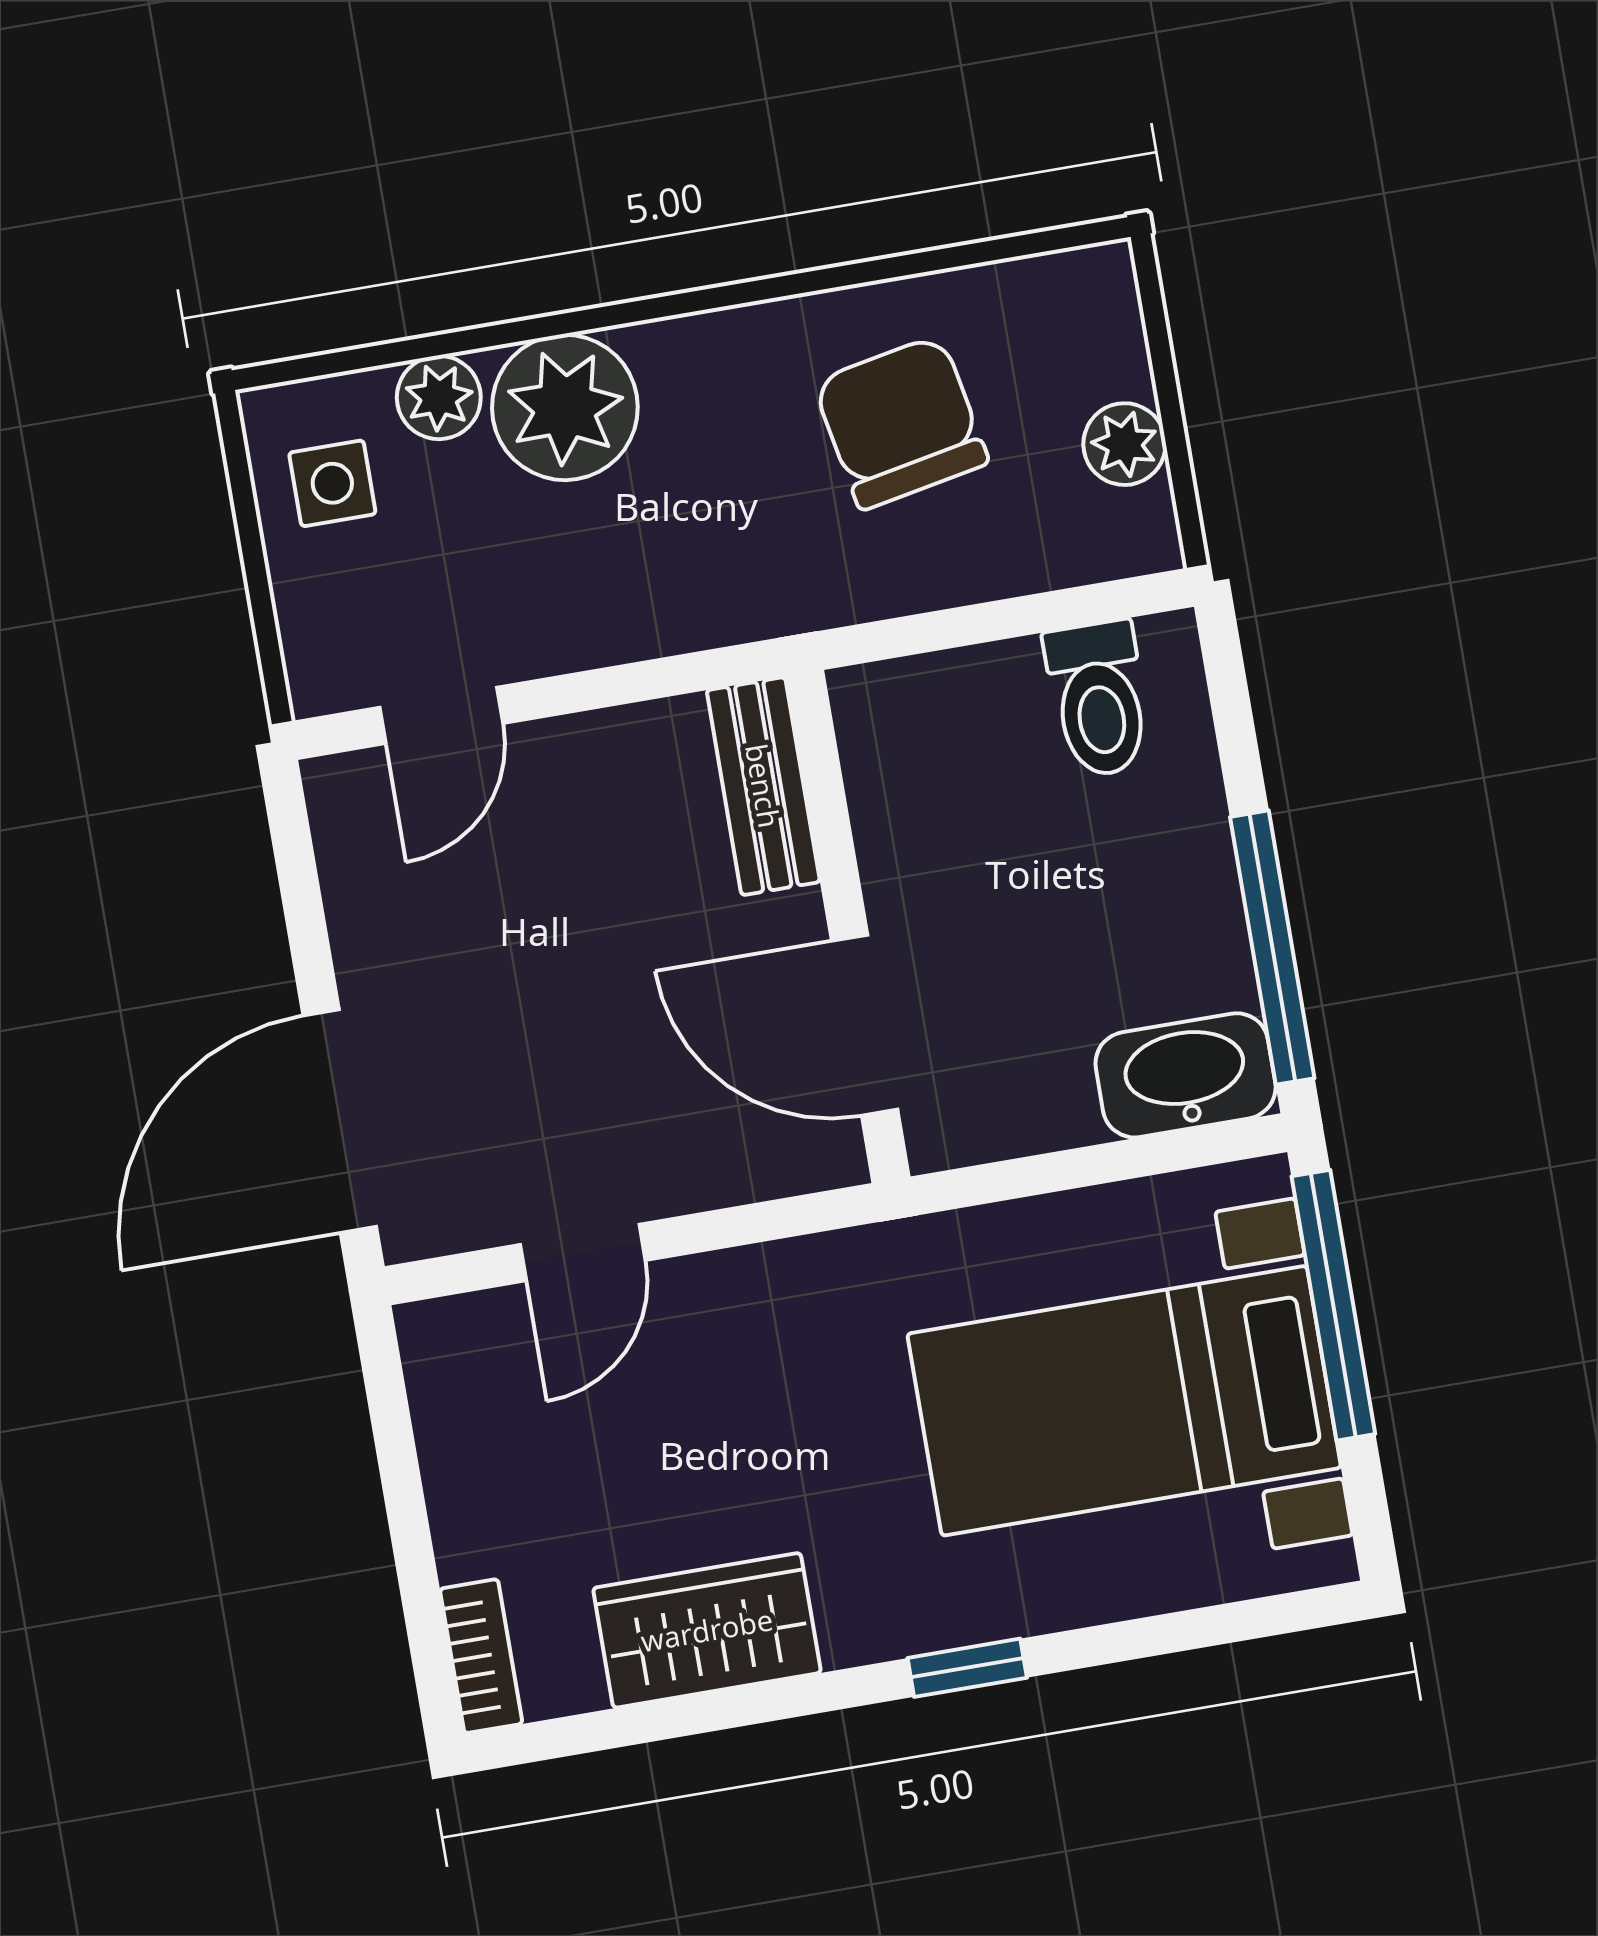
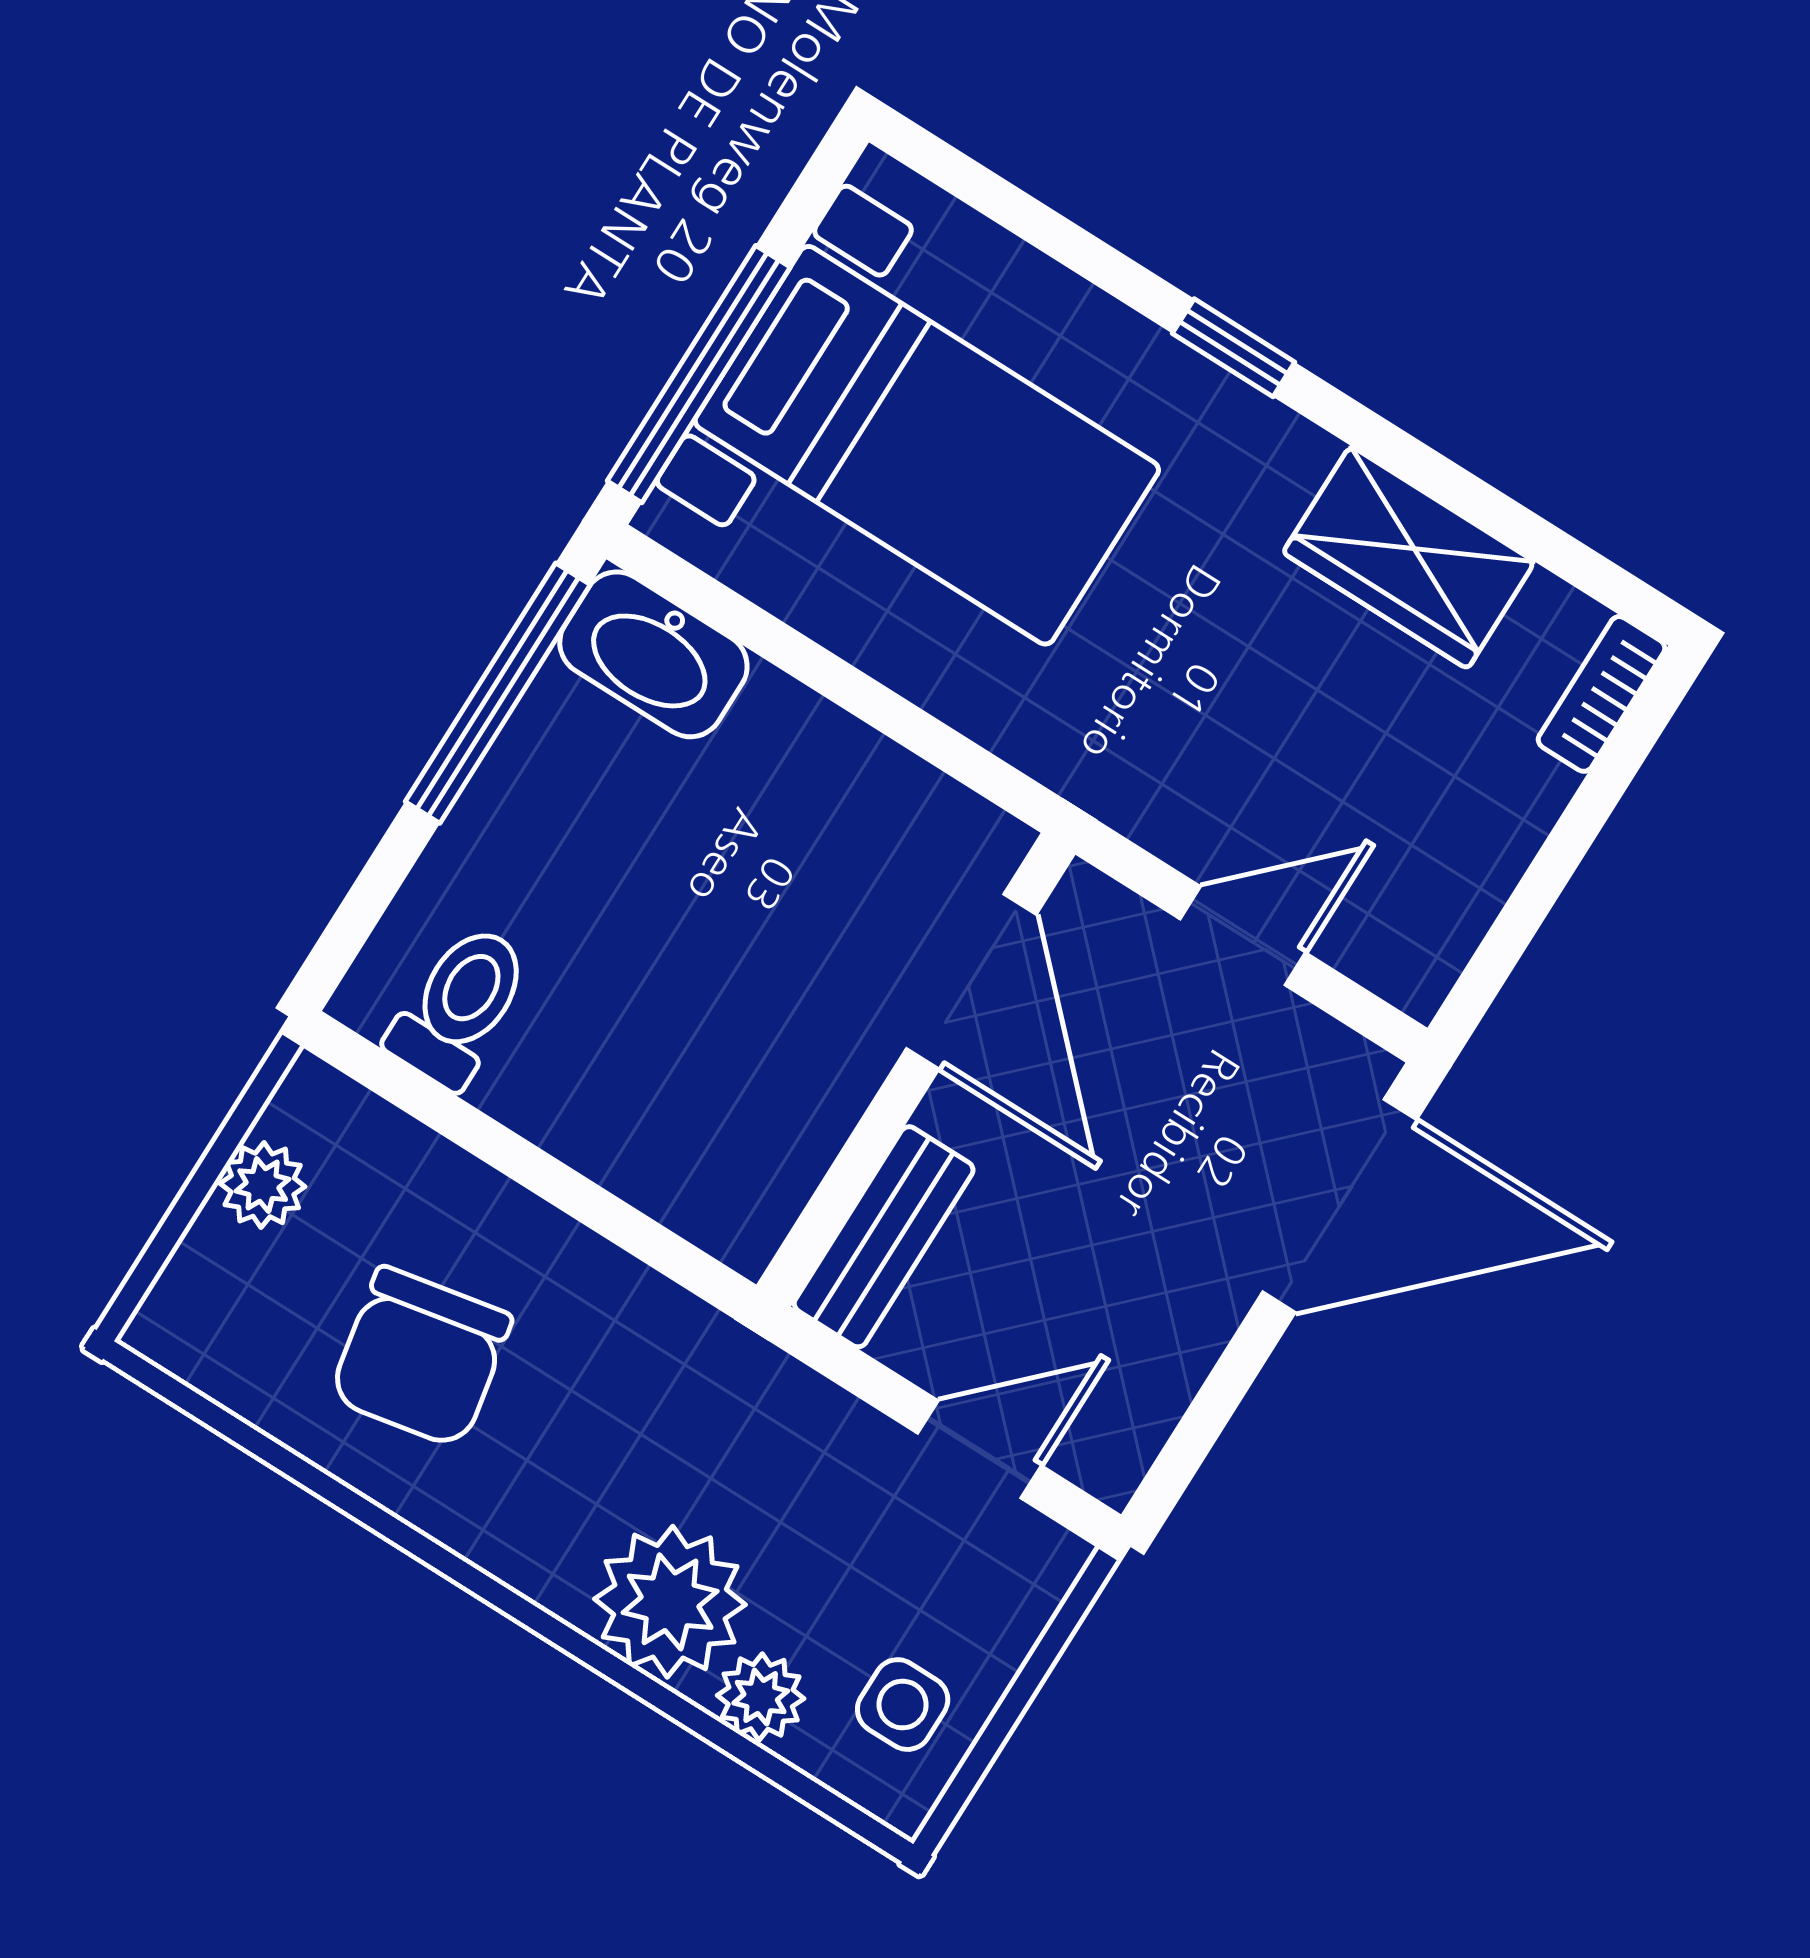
bench: (763, 786) -> (884, 1237), moved
wall: (848, 927) -> (916, 1070), moved
door: (865, 1025) -> (971, 981), moved

